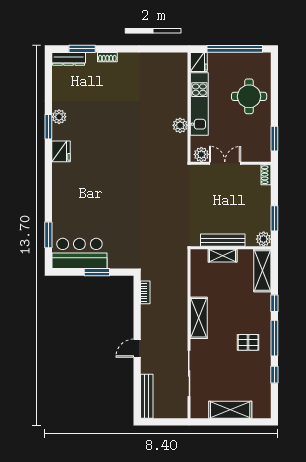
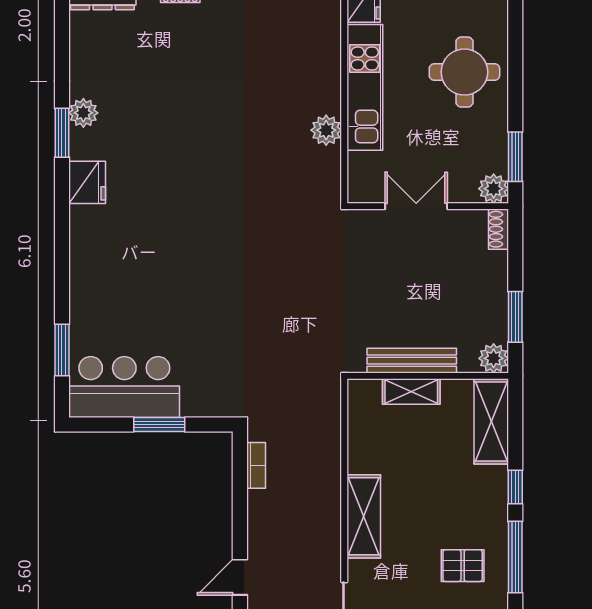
plant: (201, 154) -> (494, 189), moved

